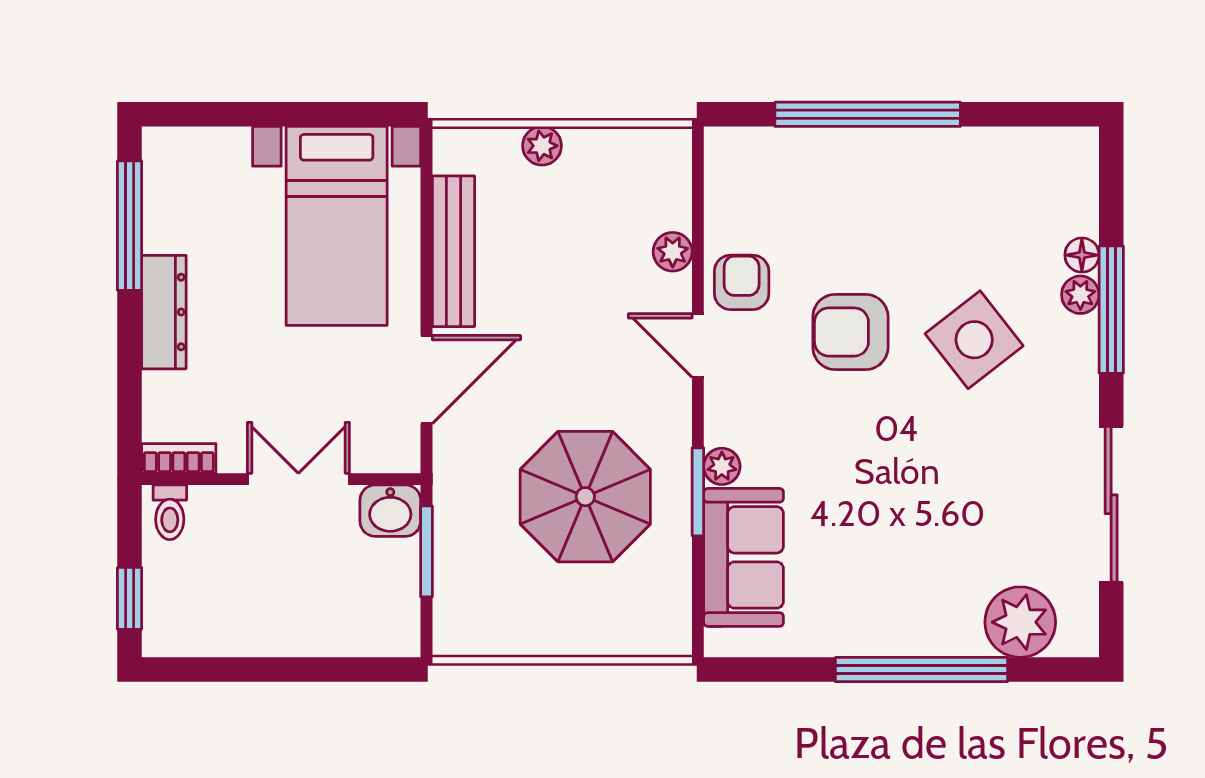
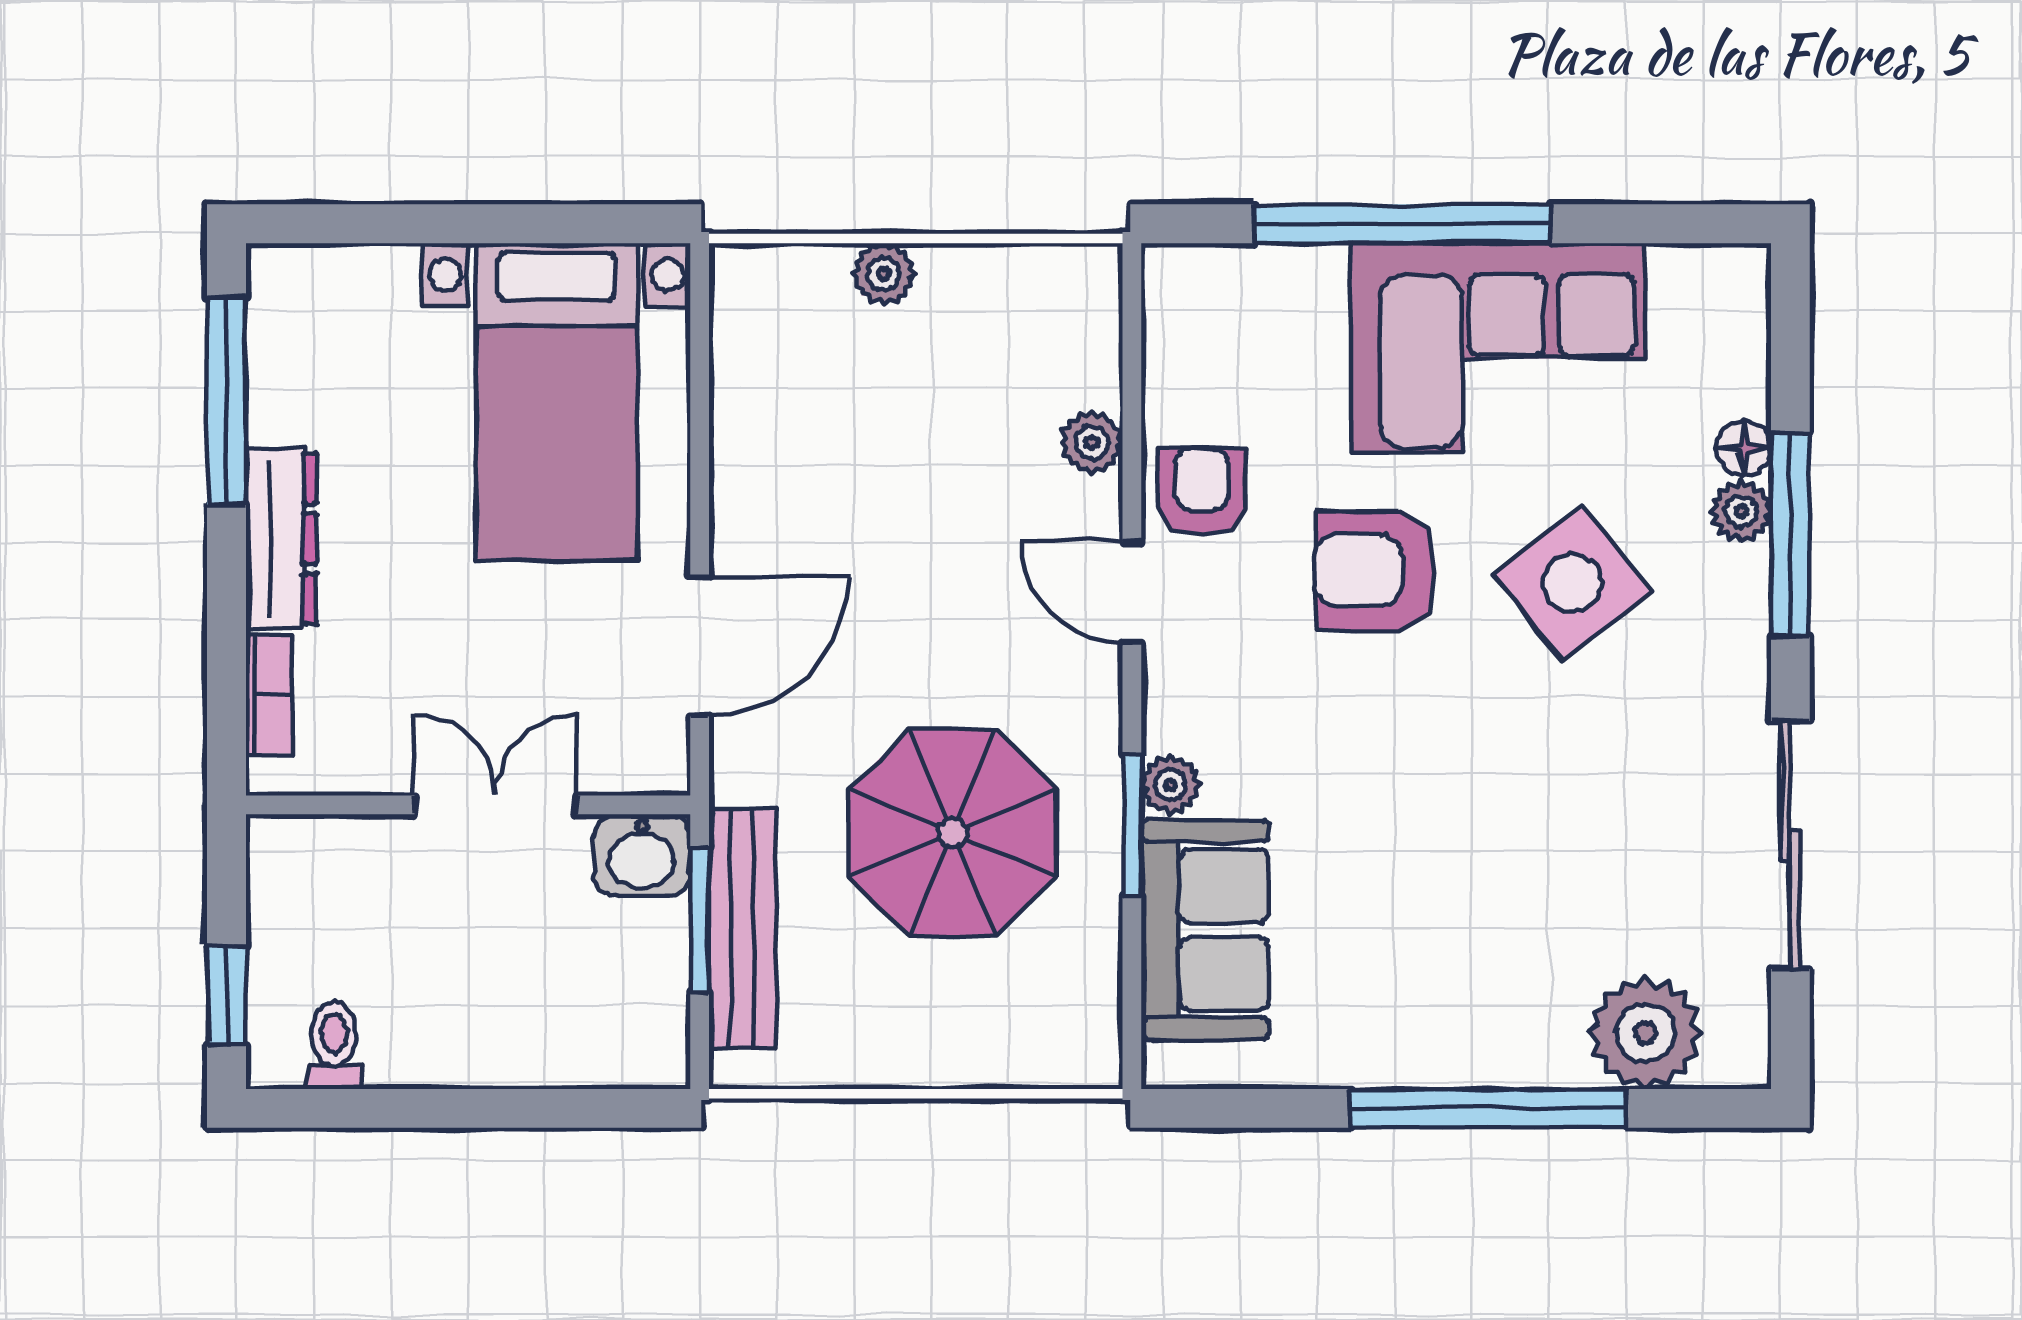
corner sofa: (927, 192) -> (1497, 348), added
bench: (453, 251) -> (743, 928), moved
bookcase: (179, 458) -> (269, 695), moved, turned 90
toilet: (170, 512) -> (334, 1046), moved, turned 180

